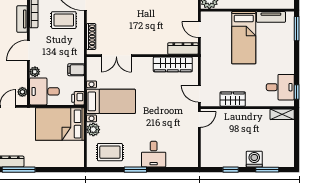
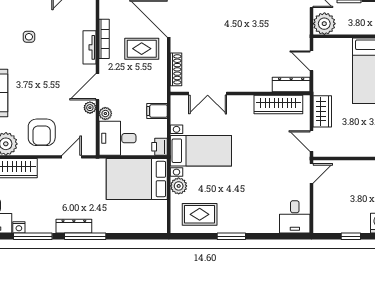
plant: (22, 92) -> (90, 108), moved
wardrobe: (233, 99) -> (322, 111), moved, turned 90
desk: (154, 154) -> (295, 217), moved

